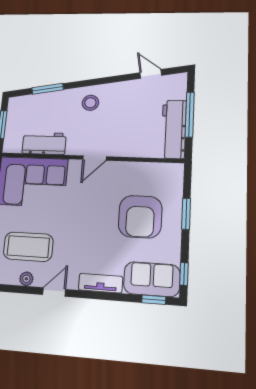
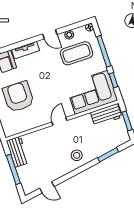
workbench: (174, 129) -> (18, 152), width x0.73
workbench: (44, 143) -> (106, 115), moved
door: (54, 292) -> (50, 34), hinge flipped

